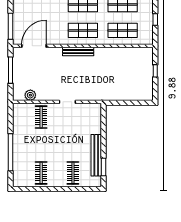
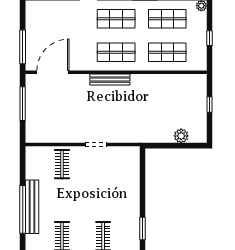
plant: (30, 95) -> (181, 136), moved
bench: (96, 155) -> (32, 207), moved

